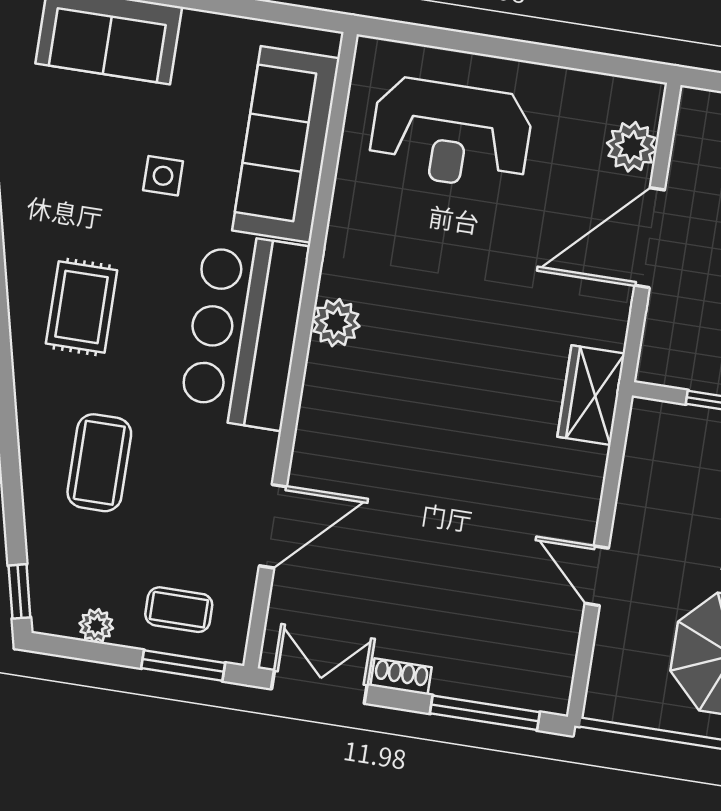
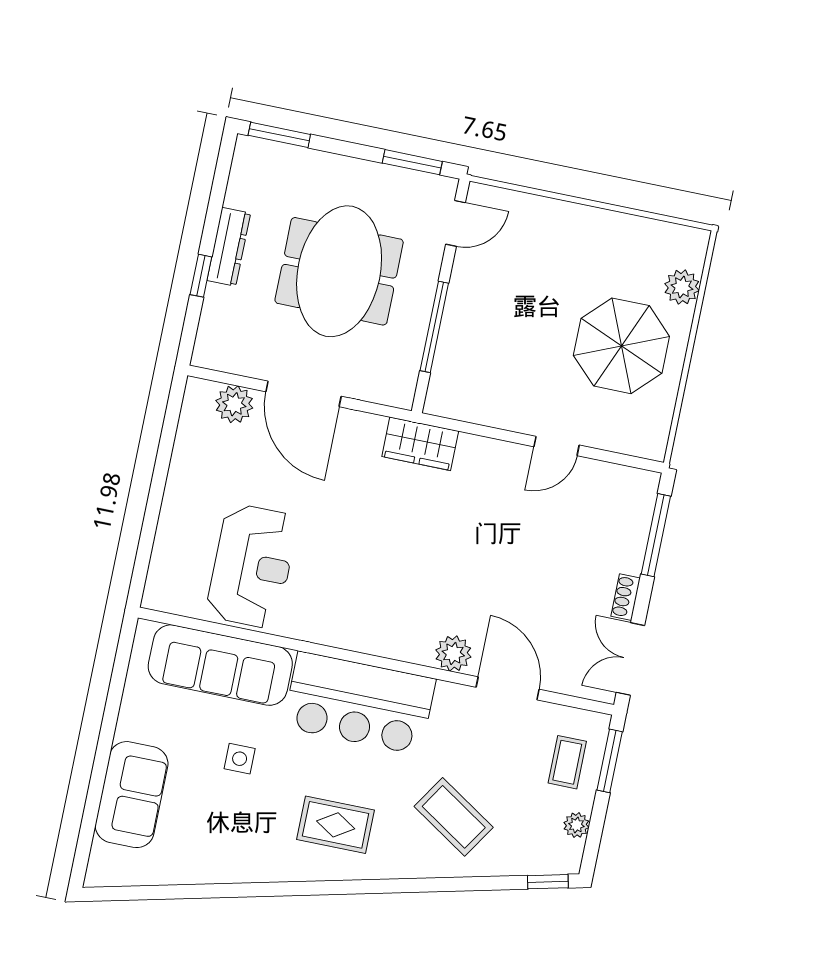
reception desk: (451, 134) -> (252, 566), moved
plant: (336, 323) -> (453, 653), moved
coffee table: (99, 463) -> (454, 817), turned 33

